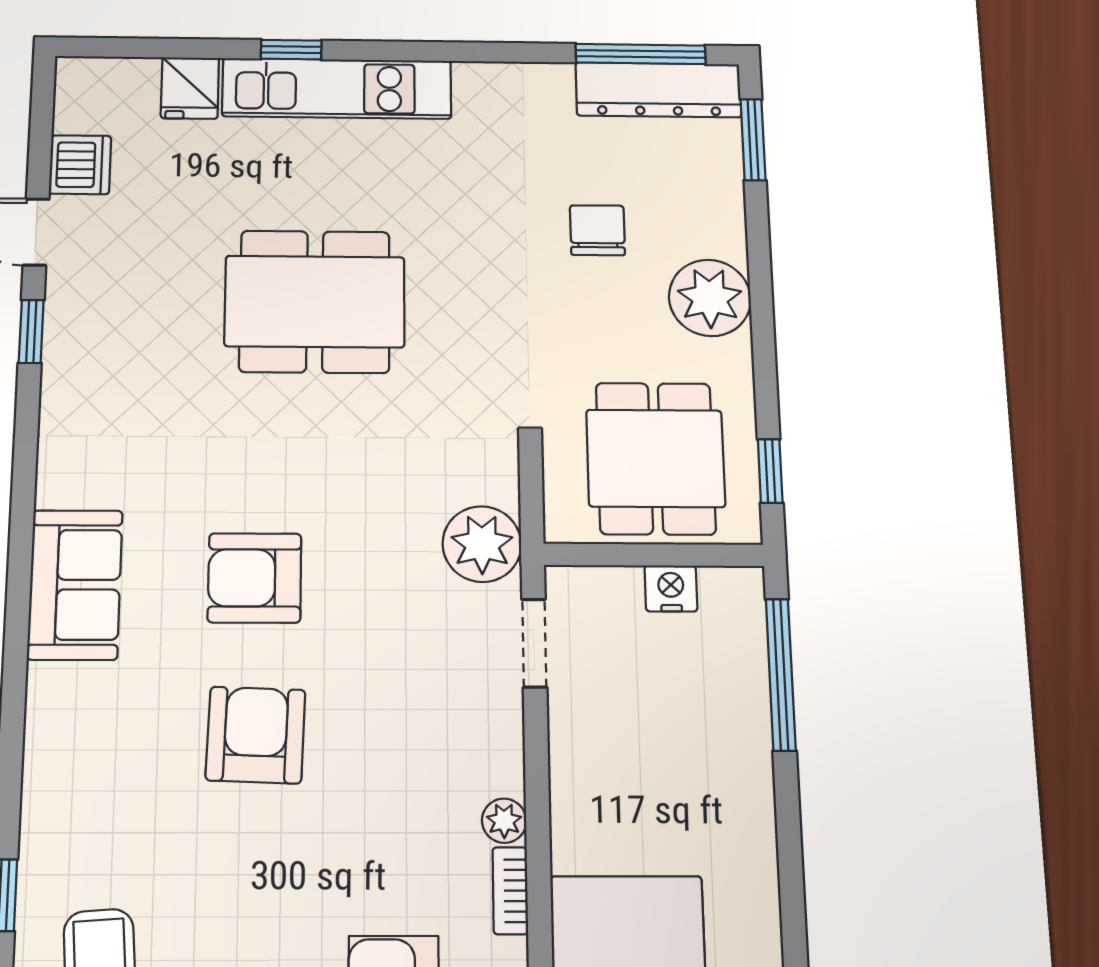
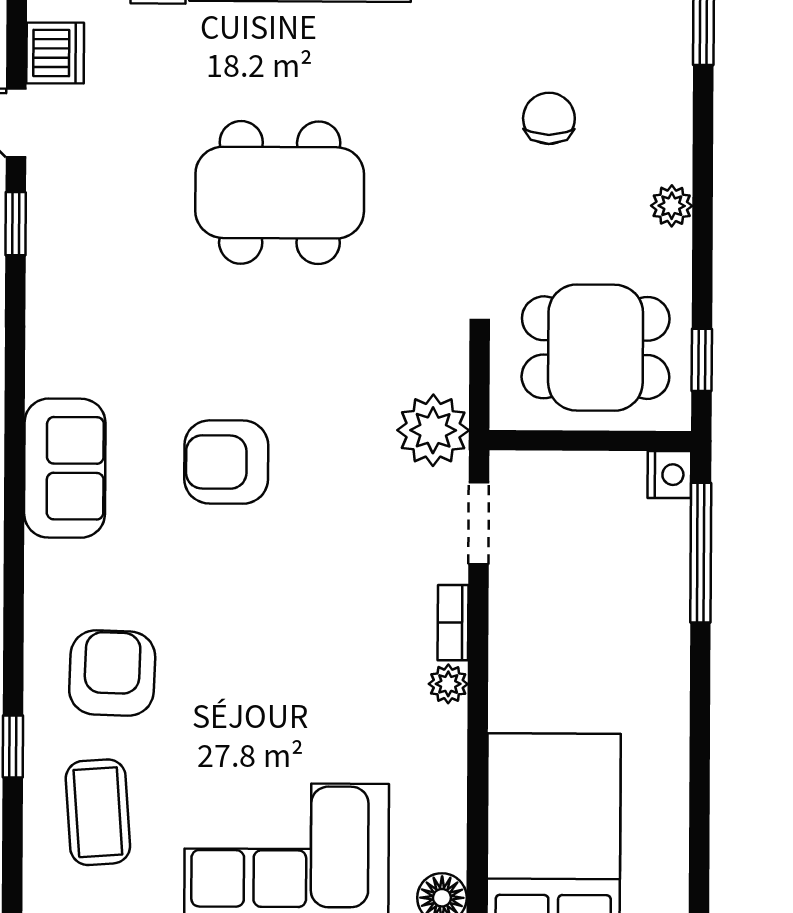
plant: (710, 298) -> (672, 206), width x0.53, depth x0.53
dining table: (656, 458) -> (596, 348), turned 90
nightstand: (671, 588) -> (669, 475), moved, turned 90
armchair: (256, 735) -> (112, 673), moved
bookcase: (510, 891) -> (453, 623), moved

